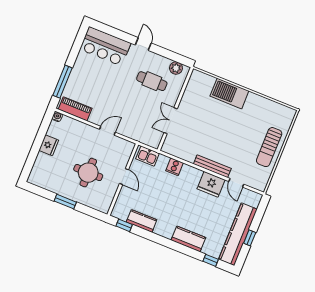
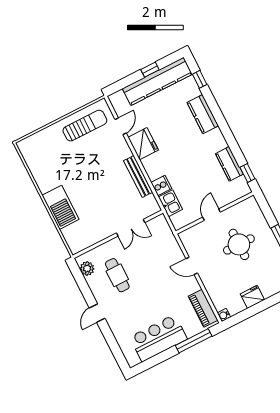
bar counter: (105, 46) -> (158, 338), moved, turned -90
sun lounger: (269, 147) -> (85, 126), moved
kitchen sink: (148, 156) -> (170, 203), moved
bench: (212, 166) -> (138, 177), moved

